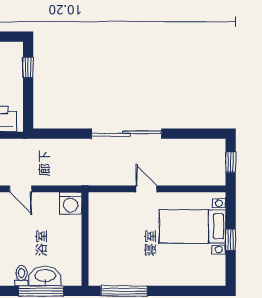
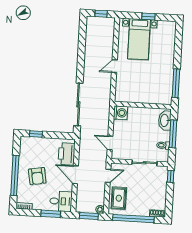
sliding door: (126, 134) -> (78, 104), moved
door: (21, 189) -> (110, 143), swing flipped
washbasin: (45, 276) -> (165, 120), moved

